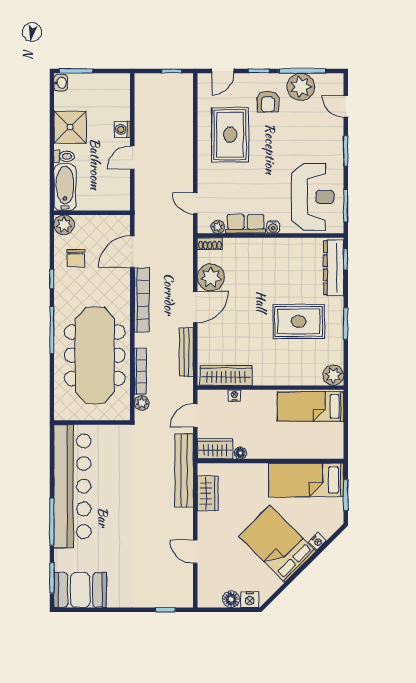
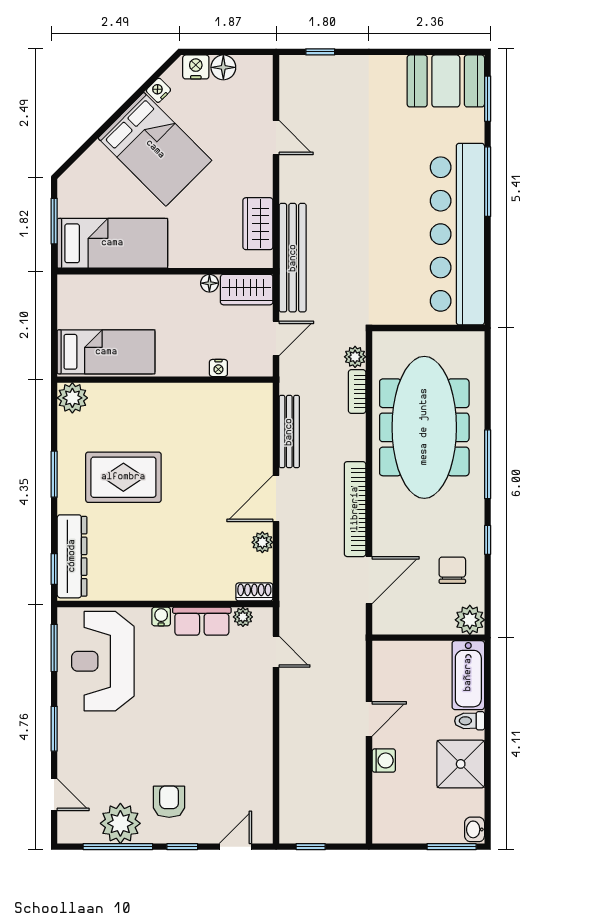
rug: (230, 135) -> (225, 753), removed
plant: (211, 277) -> (262, 542), width x0.53, depth x0.53
bookcase: (140, 371) -> (357, 392), width x0.64
wardrobe: (226, 375) -> (231, 398), removed
nightstand: (317, 541) -> (158, 90), moved

